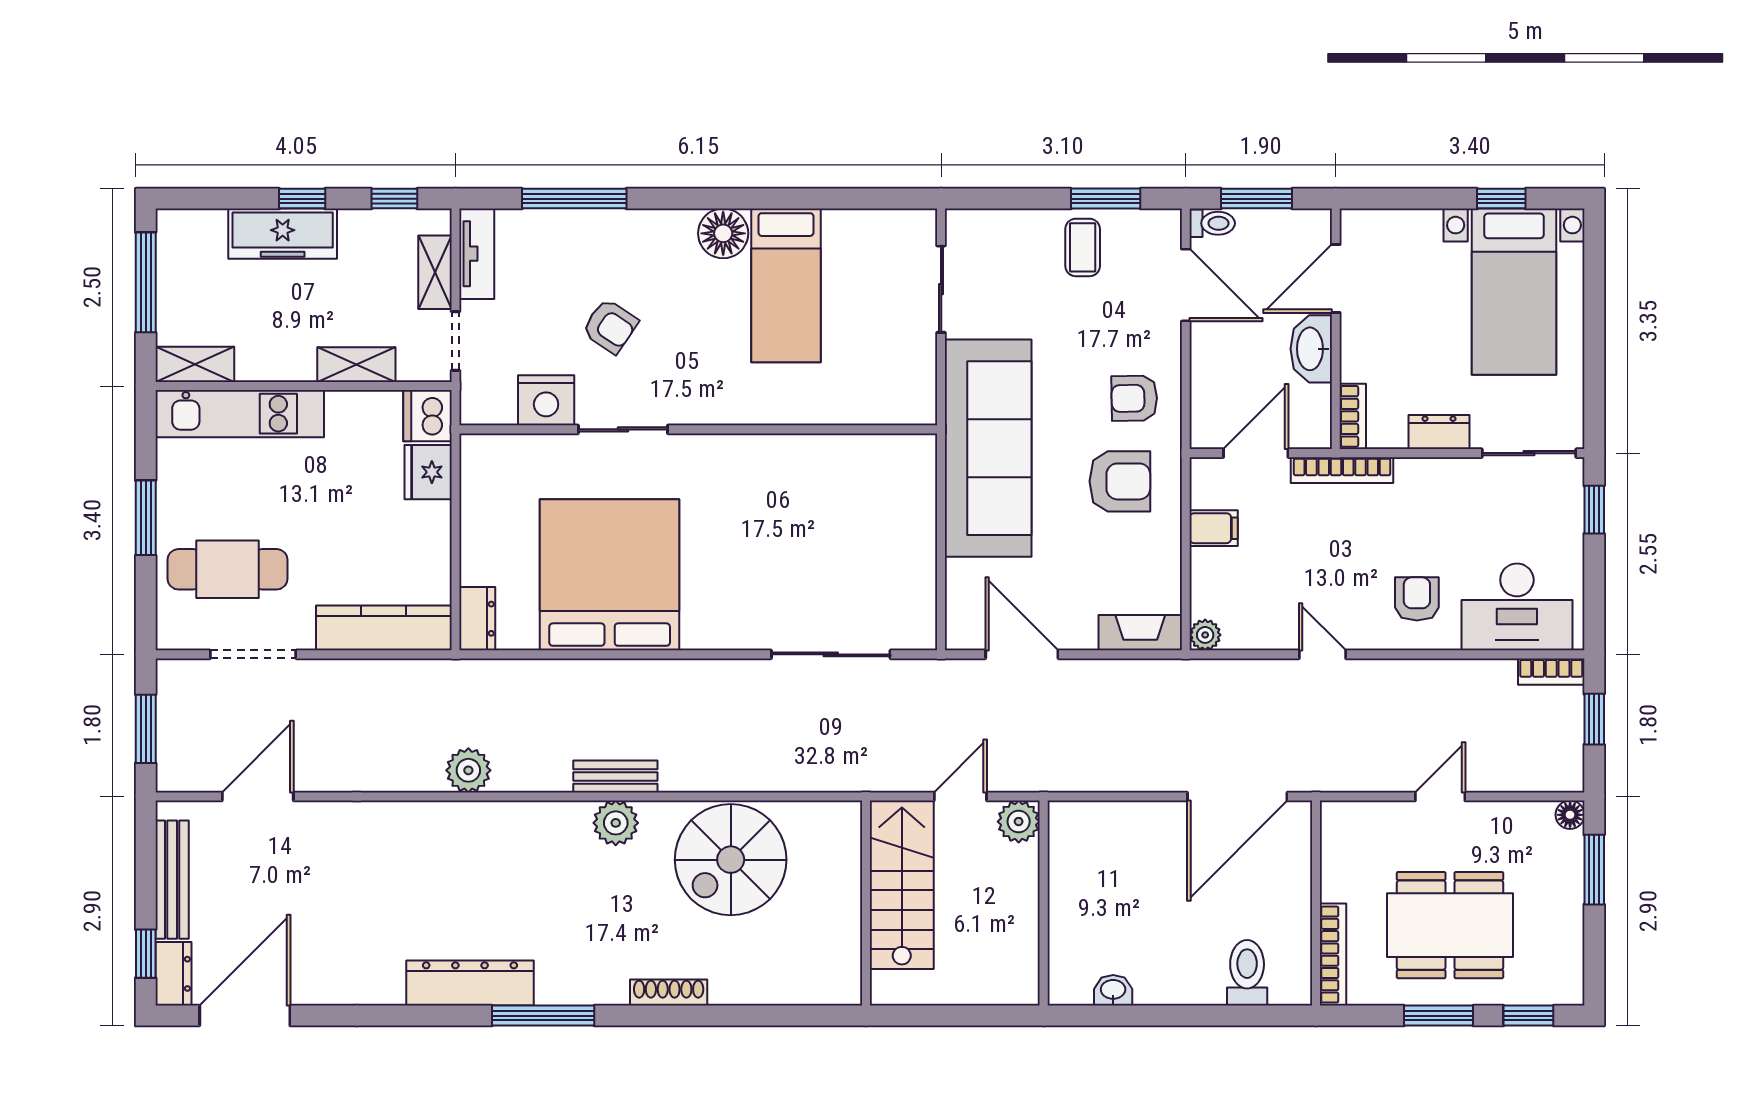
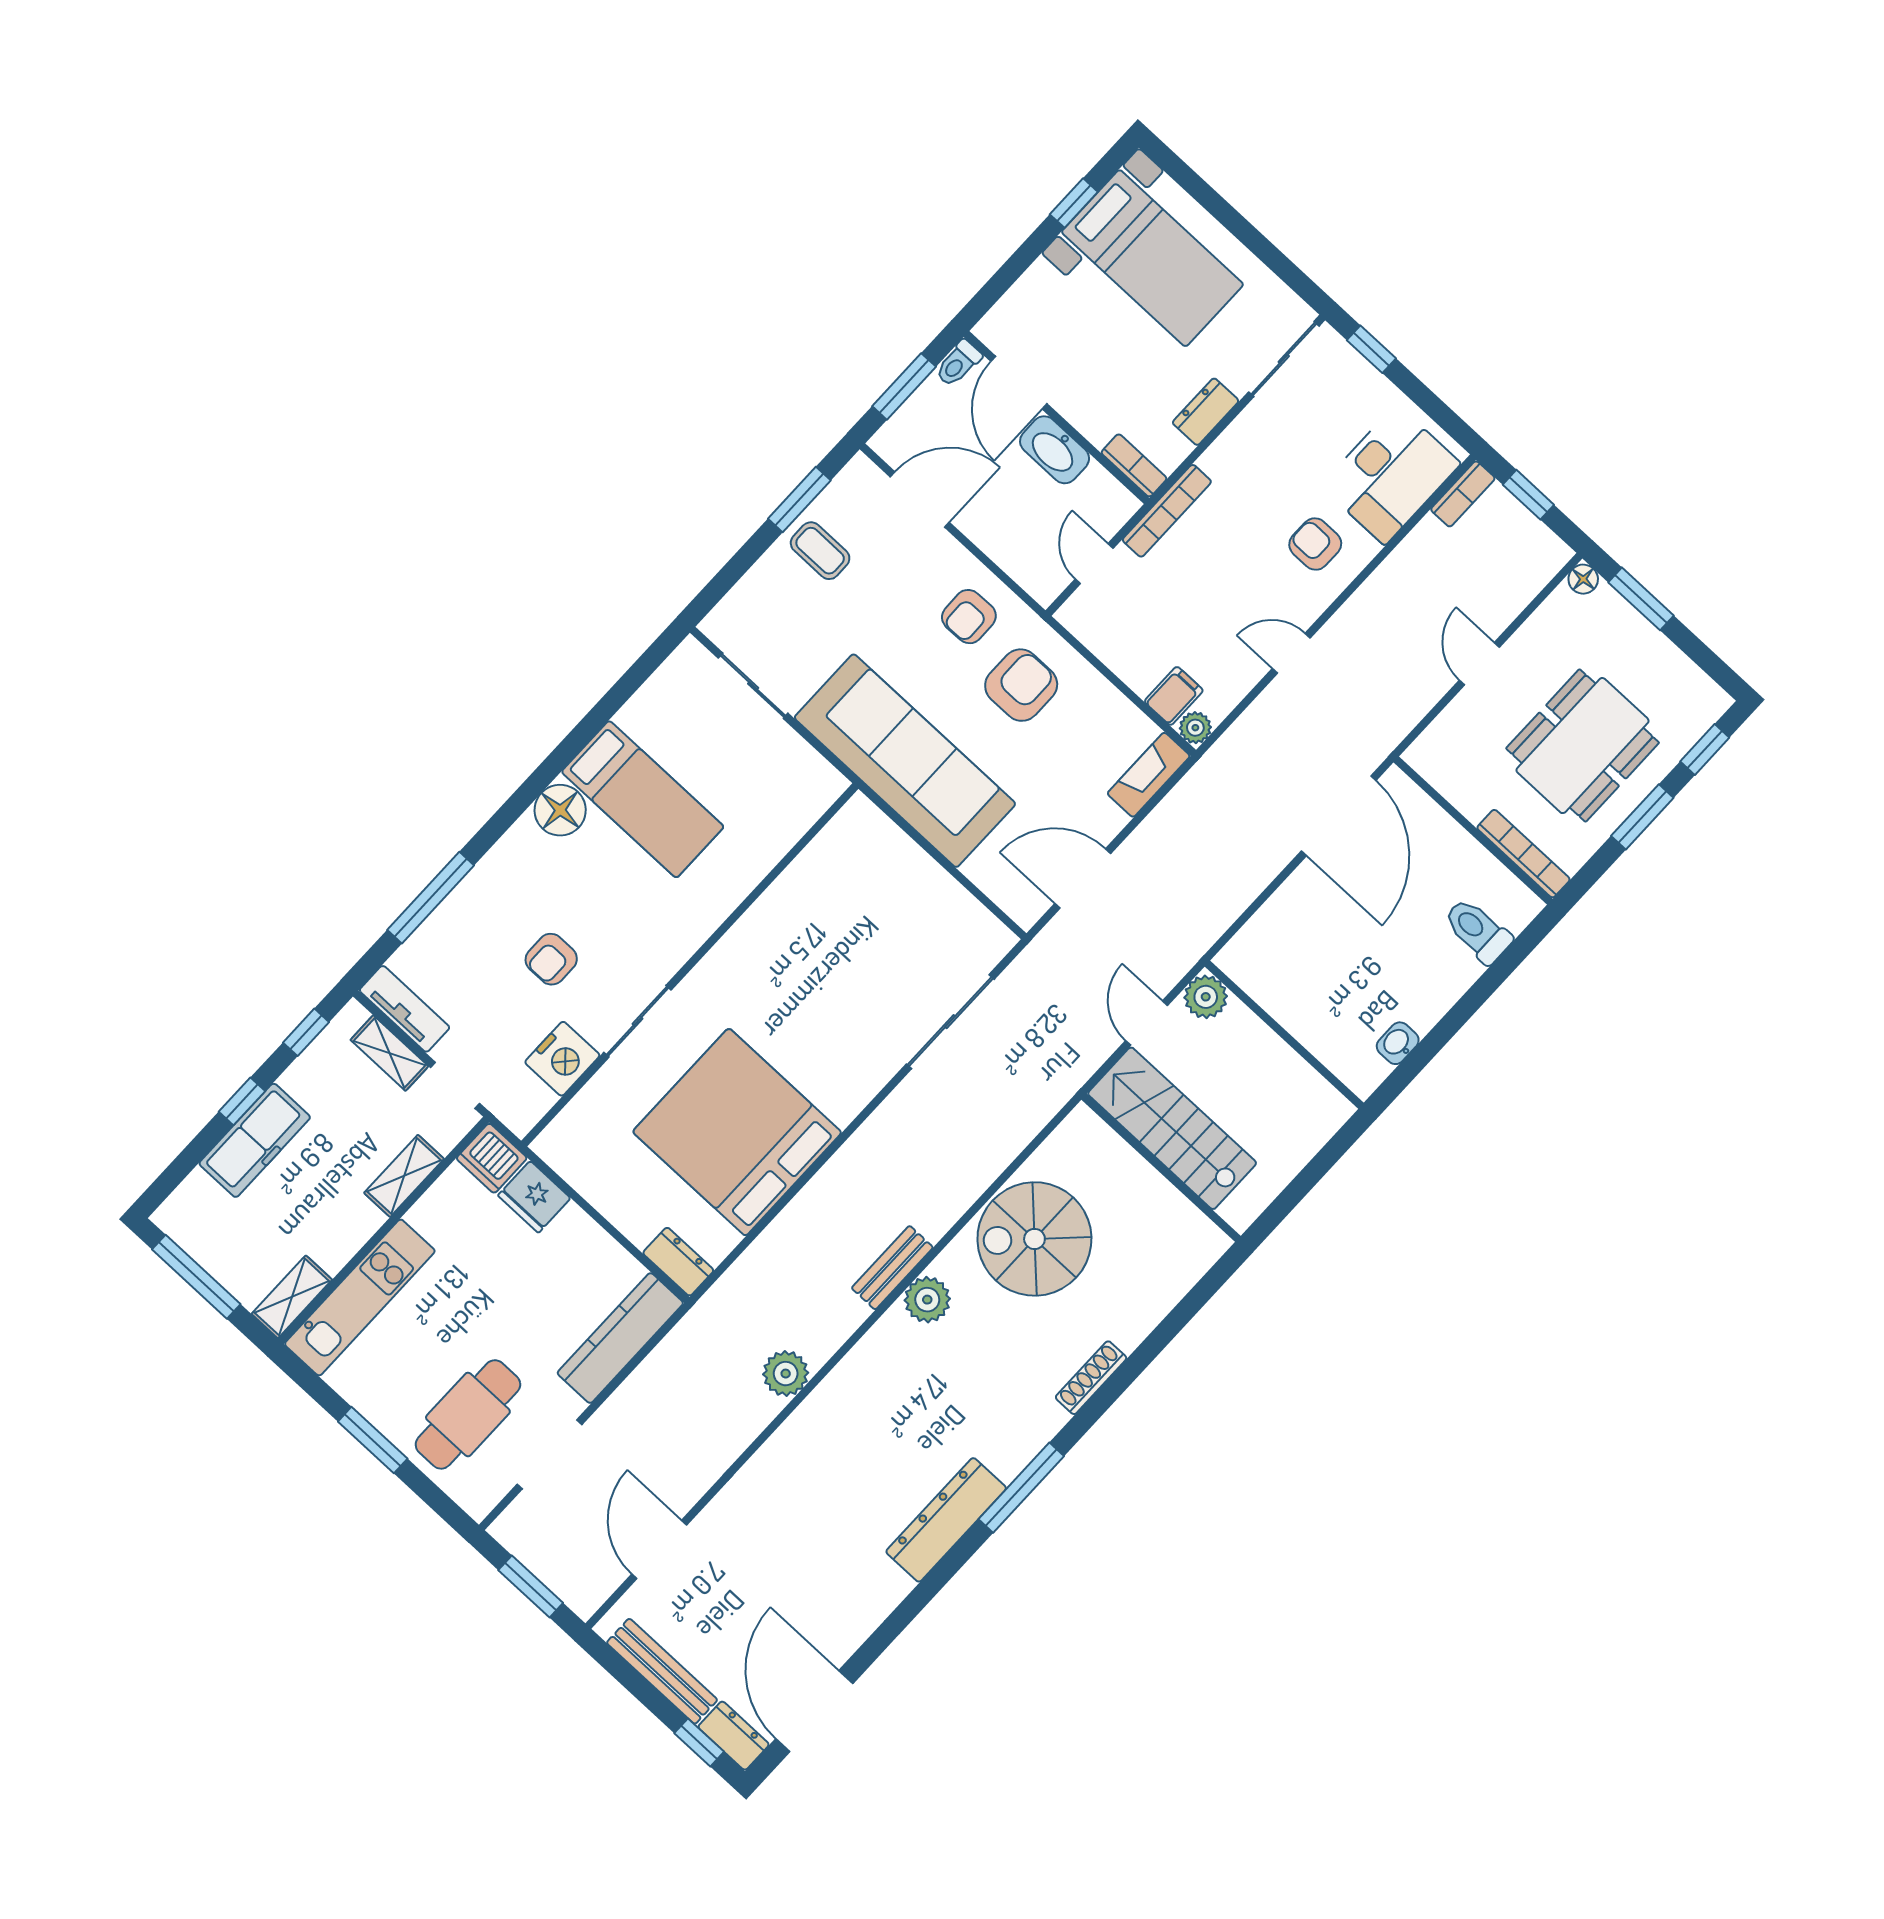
toilet: (1212, 223) -> (958, 363), moved, turned 180
armchair: (610, 326) -> (551, 959), turned 146
door: (1256, 453) -> (1094, 564), width x0.73
filing cabinet: (1214, 528) -> (1174, 696), moved
spiral stairs: (731, 860) -> (1034, 1239), turned 90

